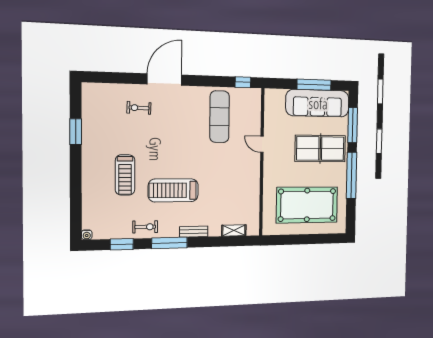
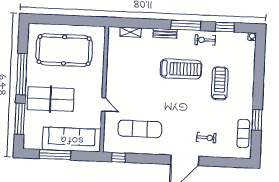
sofa: (318, 103) -> (72, 139), moved
exercise mat: (92, 114) -> (243, 133), added
exercise mat: (220, 117) -> (140, 129), turned 90

